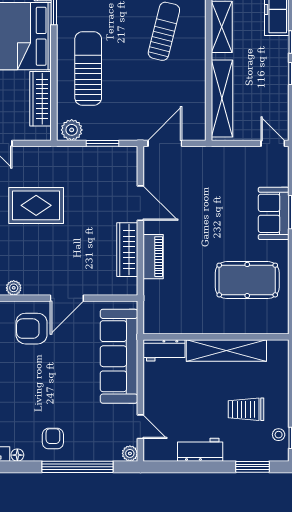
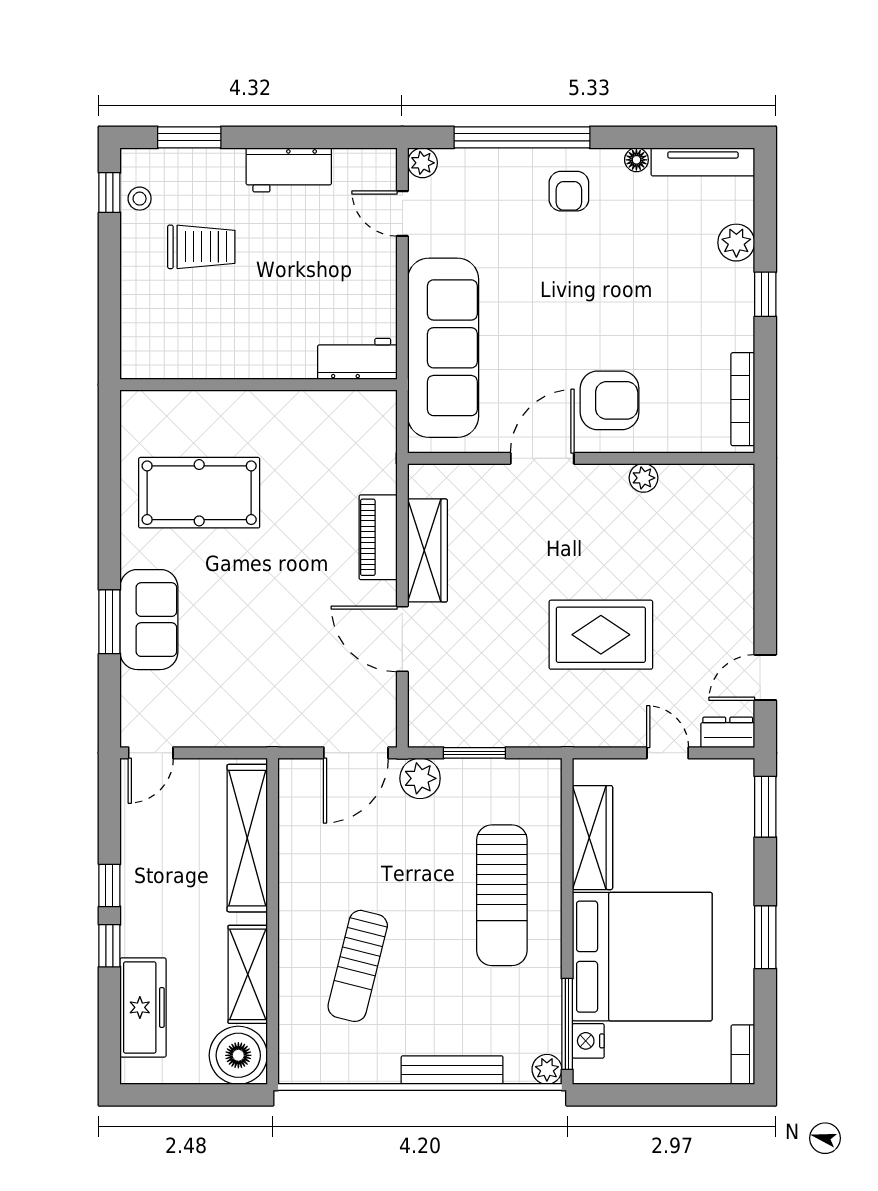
plant: (72, 130) -> (420, 778), moved
door: (273, 143) -> (151, 753), hinge flipped
shelving: (226, 351) -> (239, 359), removed

